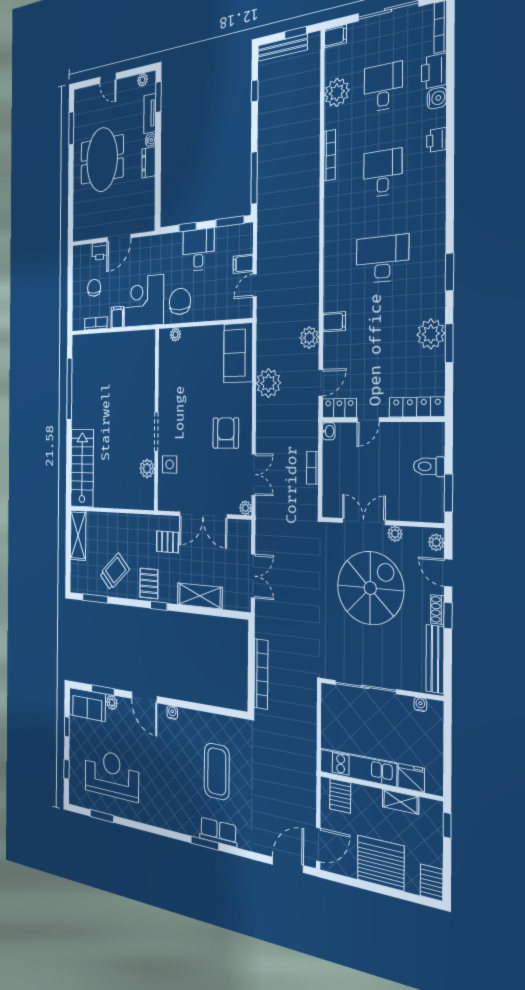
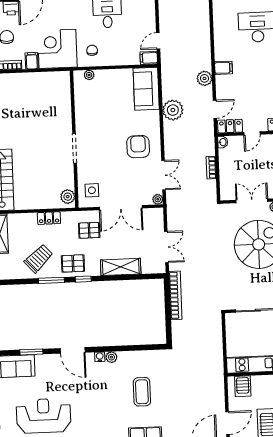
filing cabinet: (243, 264) -> (149, 58), moved
chair: (180, 301) -> (92, 50), width x0.54, depth x0.54
side table: (170, 464) -> (92, 190), moved
plant: (147, 469) -> (68, 197), moved
locker: (127, 521) -> (49, 218), added
pallet: (149, 583) -> (73, 263), turned 90
window: (95, 598) -> (51, 280), moved
bookcase: (261, 674) -> (175, 295), moved
plant: (112, 702) -> (111, 357), moved
coffee table: (217, 771) -> (142, 392), width x0.73, depth x0.76

